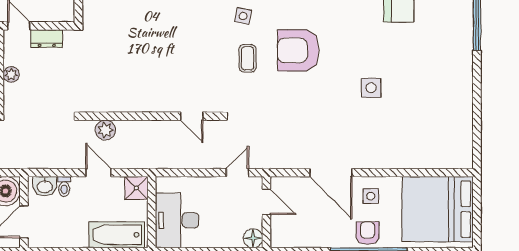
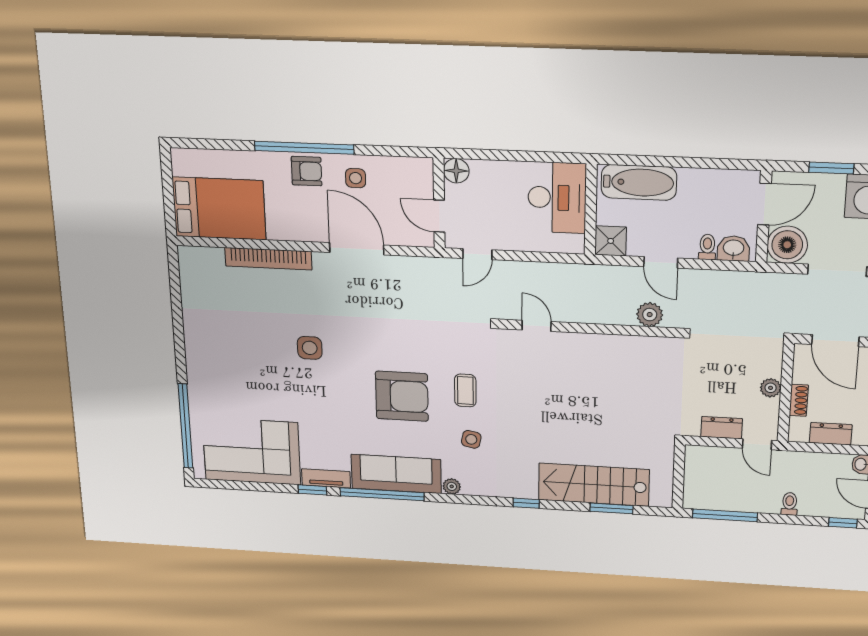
bookcase: (401, 161) -> (268, 259), added
side table: (371, 196) -> (356, 178), moved
bed: (438, 209) -> (219, 208), width x0.73
armchair: (368, 233) -> (307, 171), turned -90

